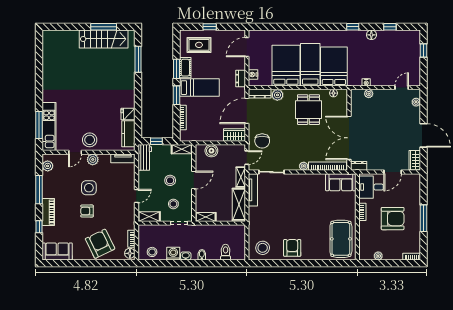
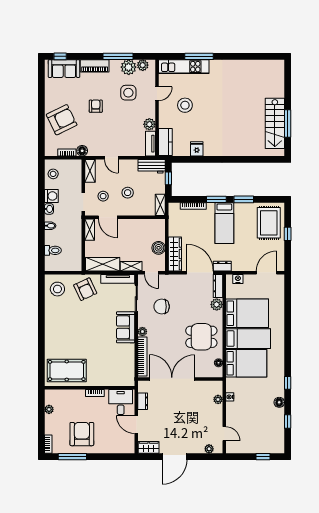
rug: (199, 45) -> (269, 223), width x1.36, depth x1.43
door: (247, 47) -> (266, 273), hinge flipped
window: (138, 59) -> (254, 159), removed
cot: (185, 68) -> (245, 208), removed
dresser: (241, 79) -> (222, 266), moved
window: (39, 125) -> (199, 56), moved
kitchen counter: (128, 134) -> (165, 142), moved, turned 90
wardrobe: (234, 135) -> (175, 254), width x1.50
stool: (90, 140) -> (185, 105), moved
chair: (262, 141) -> (162, 307), moved
boiler: (211, 151) -> (159, 248), moved
door: (75, 152) -> (157, 94), swing flipped
plant: (93, 159) -> (149, 124), moved
dresser: (359, 166) -> (143, 401), moved
plant: (50, 180) -> (129, 67), added
door: (194, 180) -> (108, 217), moved
sofa: (341, 182) -> (126, 327), moved
side table: (89, 188) -> (128, 93), moved
window: (424, 218) -> (72, 457), moved
armchair: (393, 219) -> (82, 434), moved, turned 180
window: (39, 227) -> (60, 56), moved
armchair: (292, 248) -> (85, 289), moved, turned 65
sofa: (57, 251) -> (64, 69), moved, turned 90
floor lamp: (130, 253) -> (82, 151), moved

